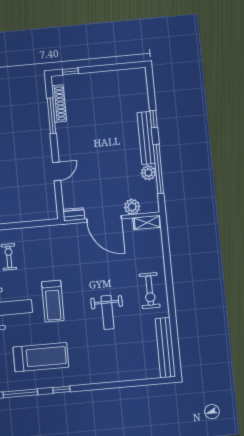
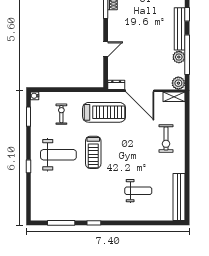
plant: (132, 207) -> (178, 83), moved
exercise bike: (150, 291) -> (166, 139), moved
weight bench: (108, 312) -> (138, 191), moved, turned -90
treadmill: (41, 357) -> (104, 112), moved

